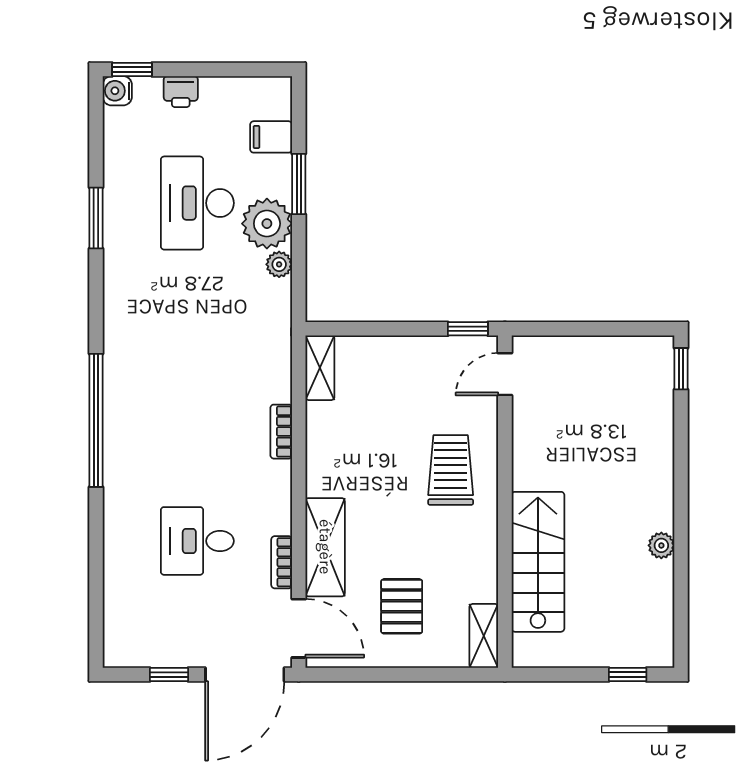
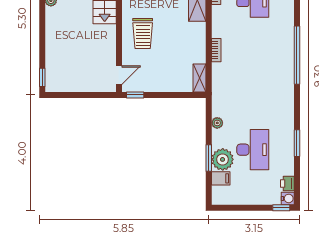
printer: (181, 92) -> (287, 184), moved, turned -90
plant: (267, 224) -> (223, 159), moved

